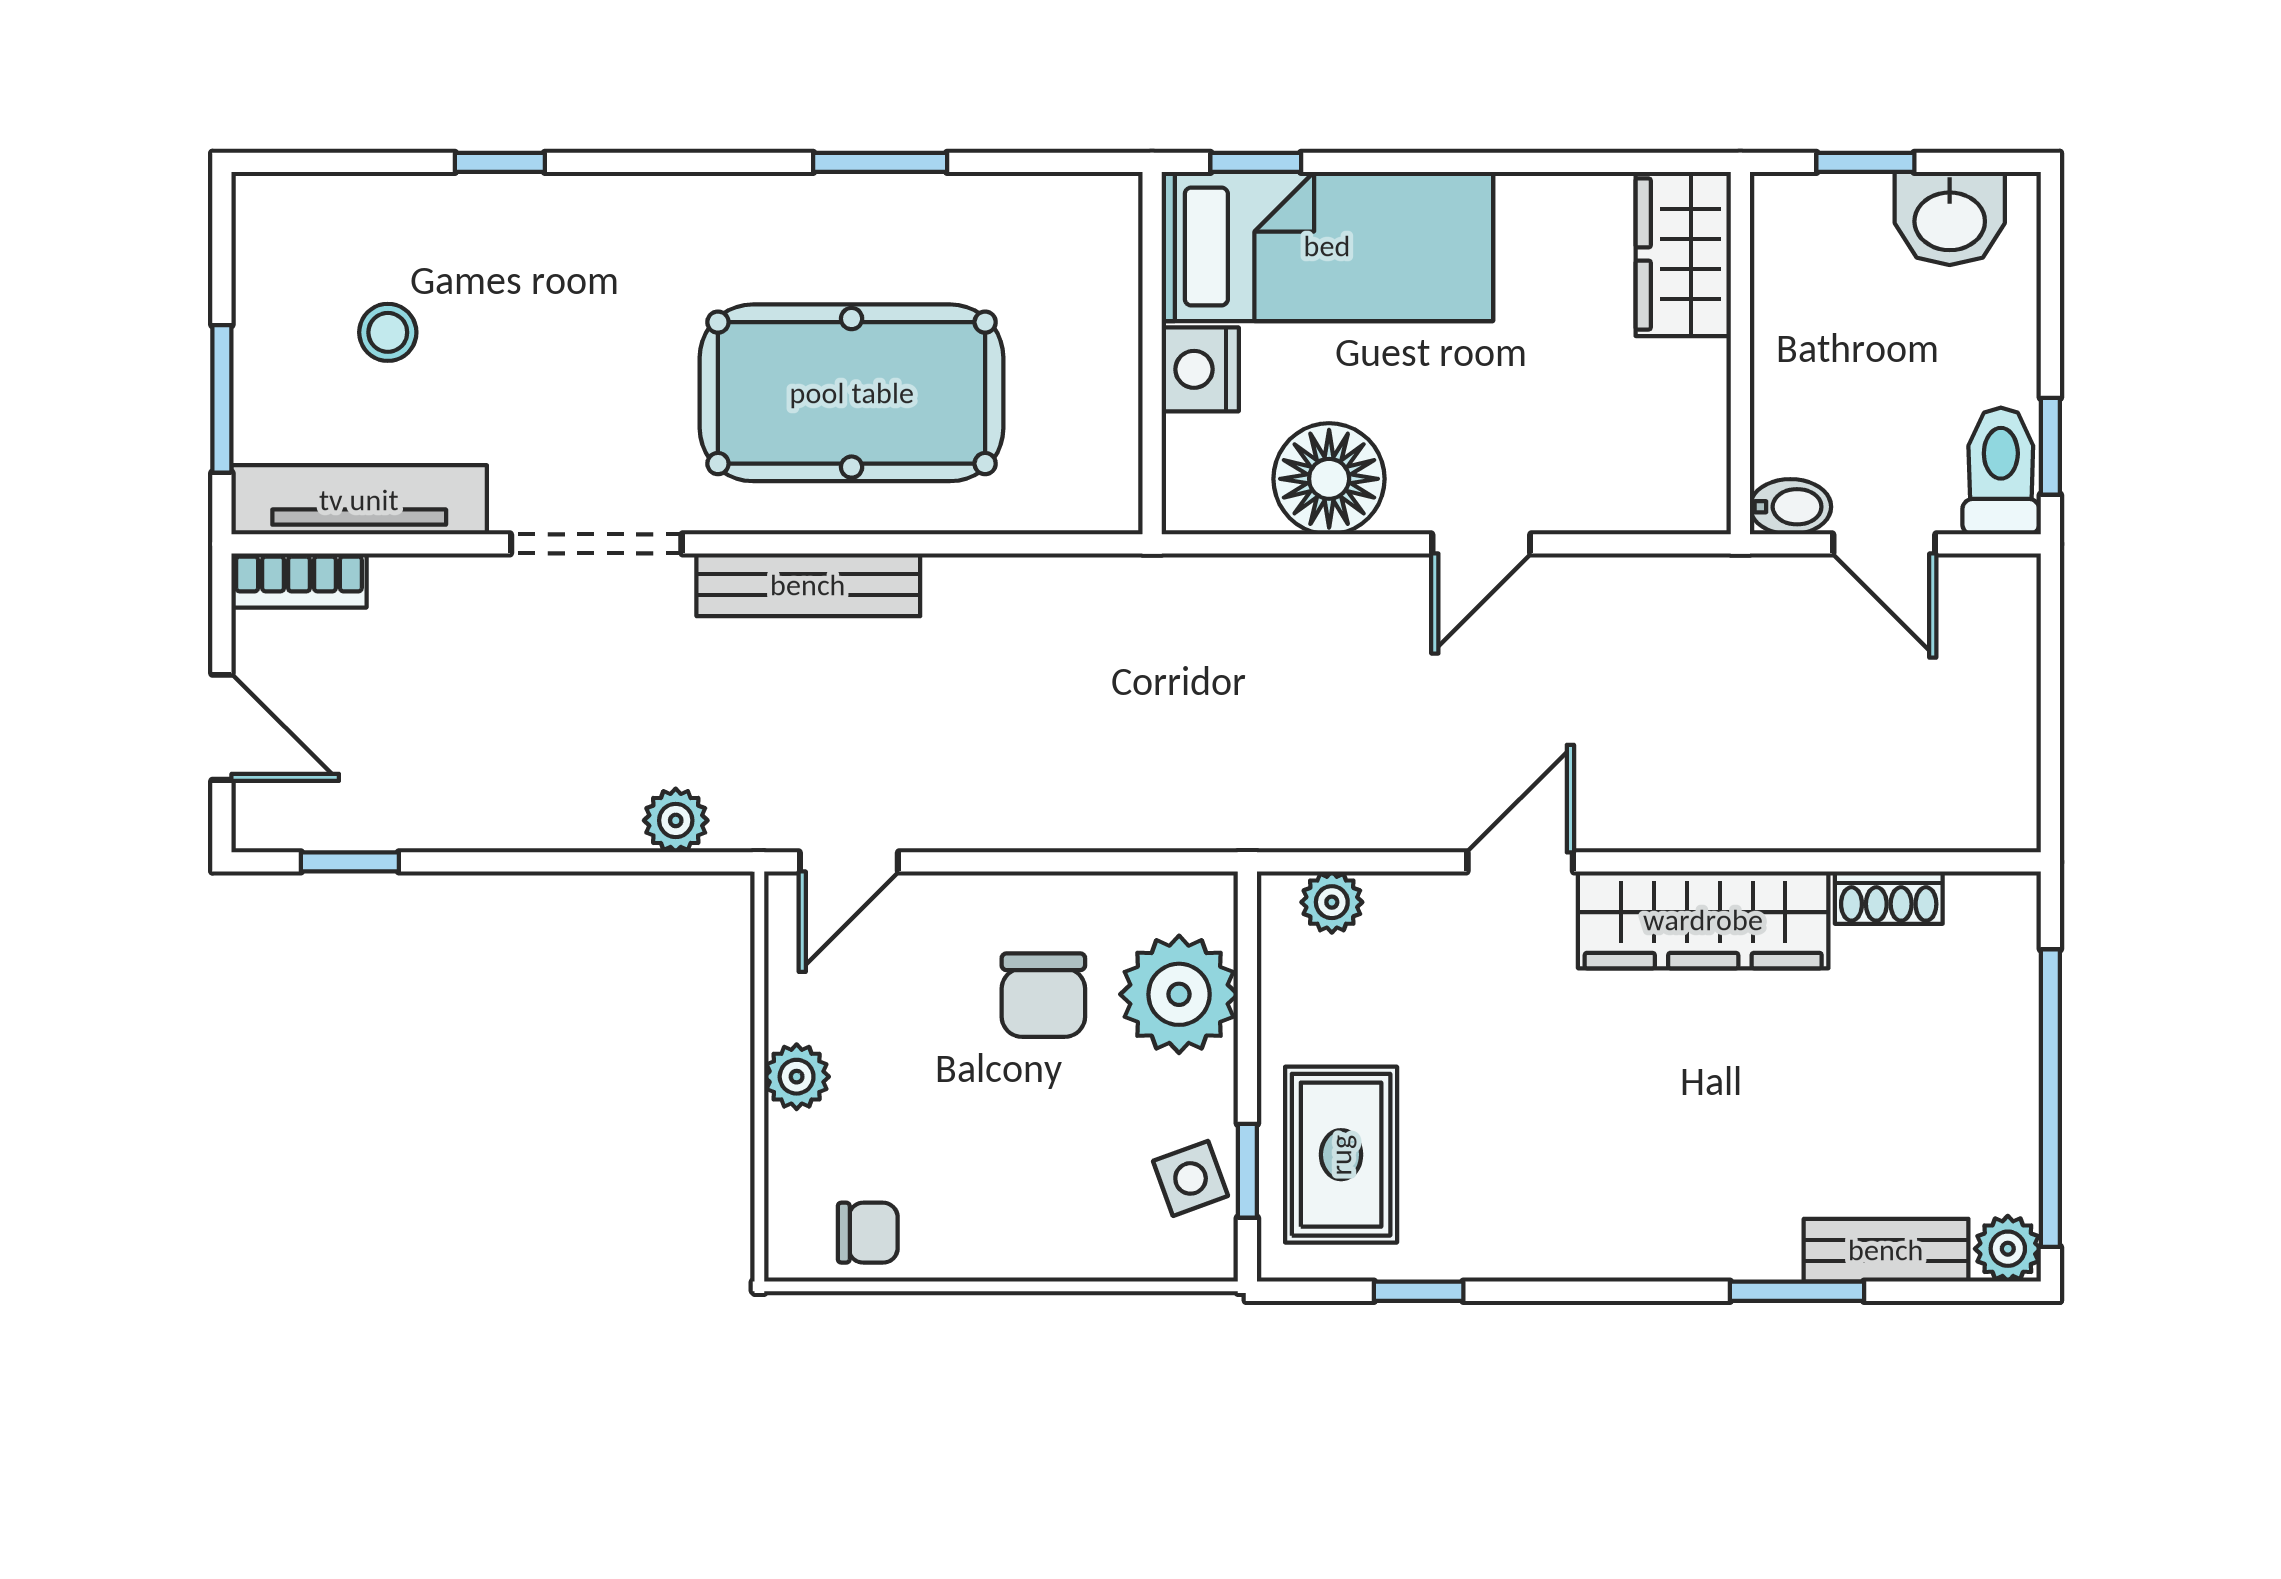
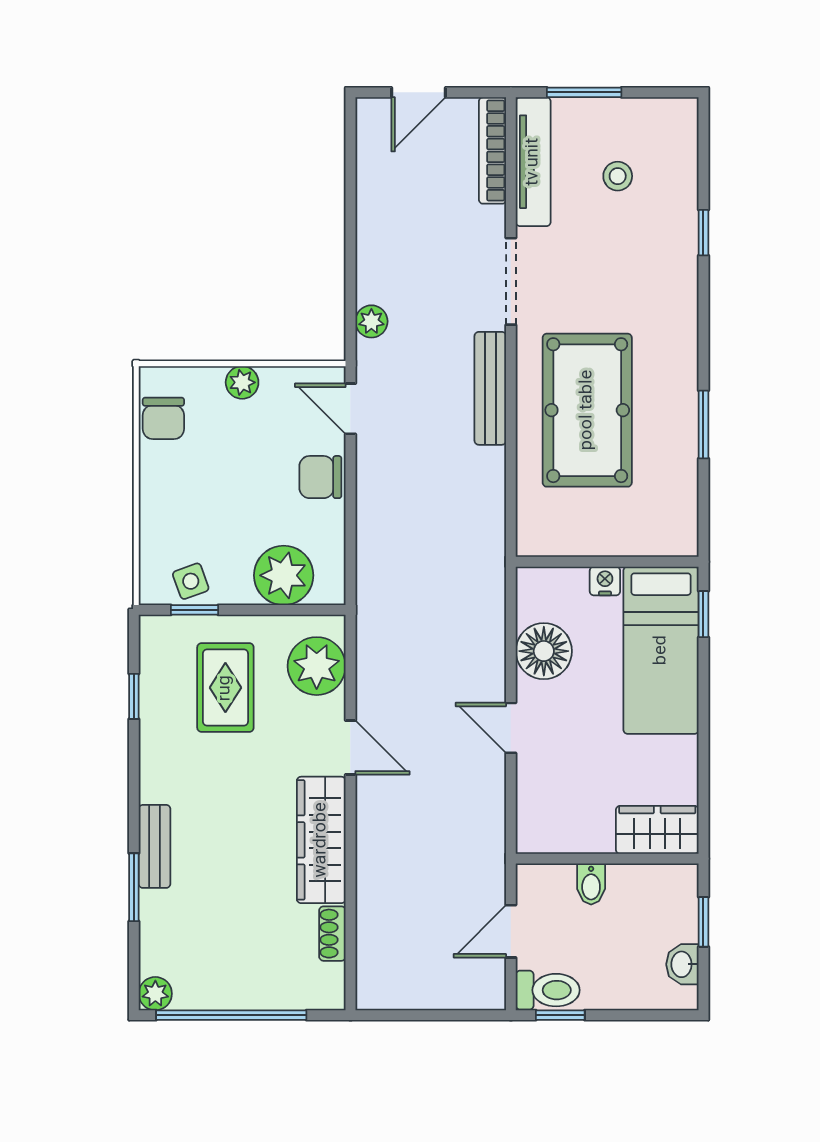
washbasin: (1950, 218) -> (682, 964), width x0.72, depth x0.69
nightstand: (1200, 369) -> (605, 581), width x0.72, depth x0.74
bidet: (1791, 507) -> (591, 884), moved
bookcase: (299, 581) -> (492, 150), width x1.56
window: (350, 862) -> (350, 157), removed
plant: (1332, 902) -> (317, 666), width x1.88, depth x1.88
chair: (1043, 995) -> (320, 477), moved
rug: (1341, 1155) -> (225, 688), moved, turned 90
chair: (868, 1233) -> (163, 418), width x1.37, depth x1.37
bench: (1886, 1250) -> (155, 846), moved

